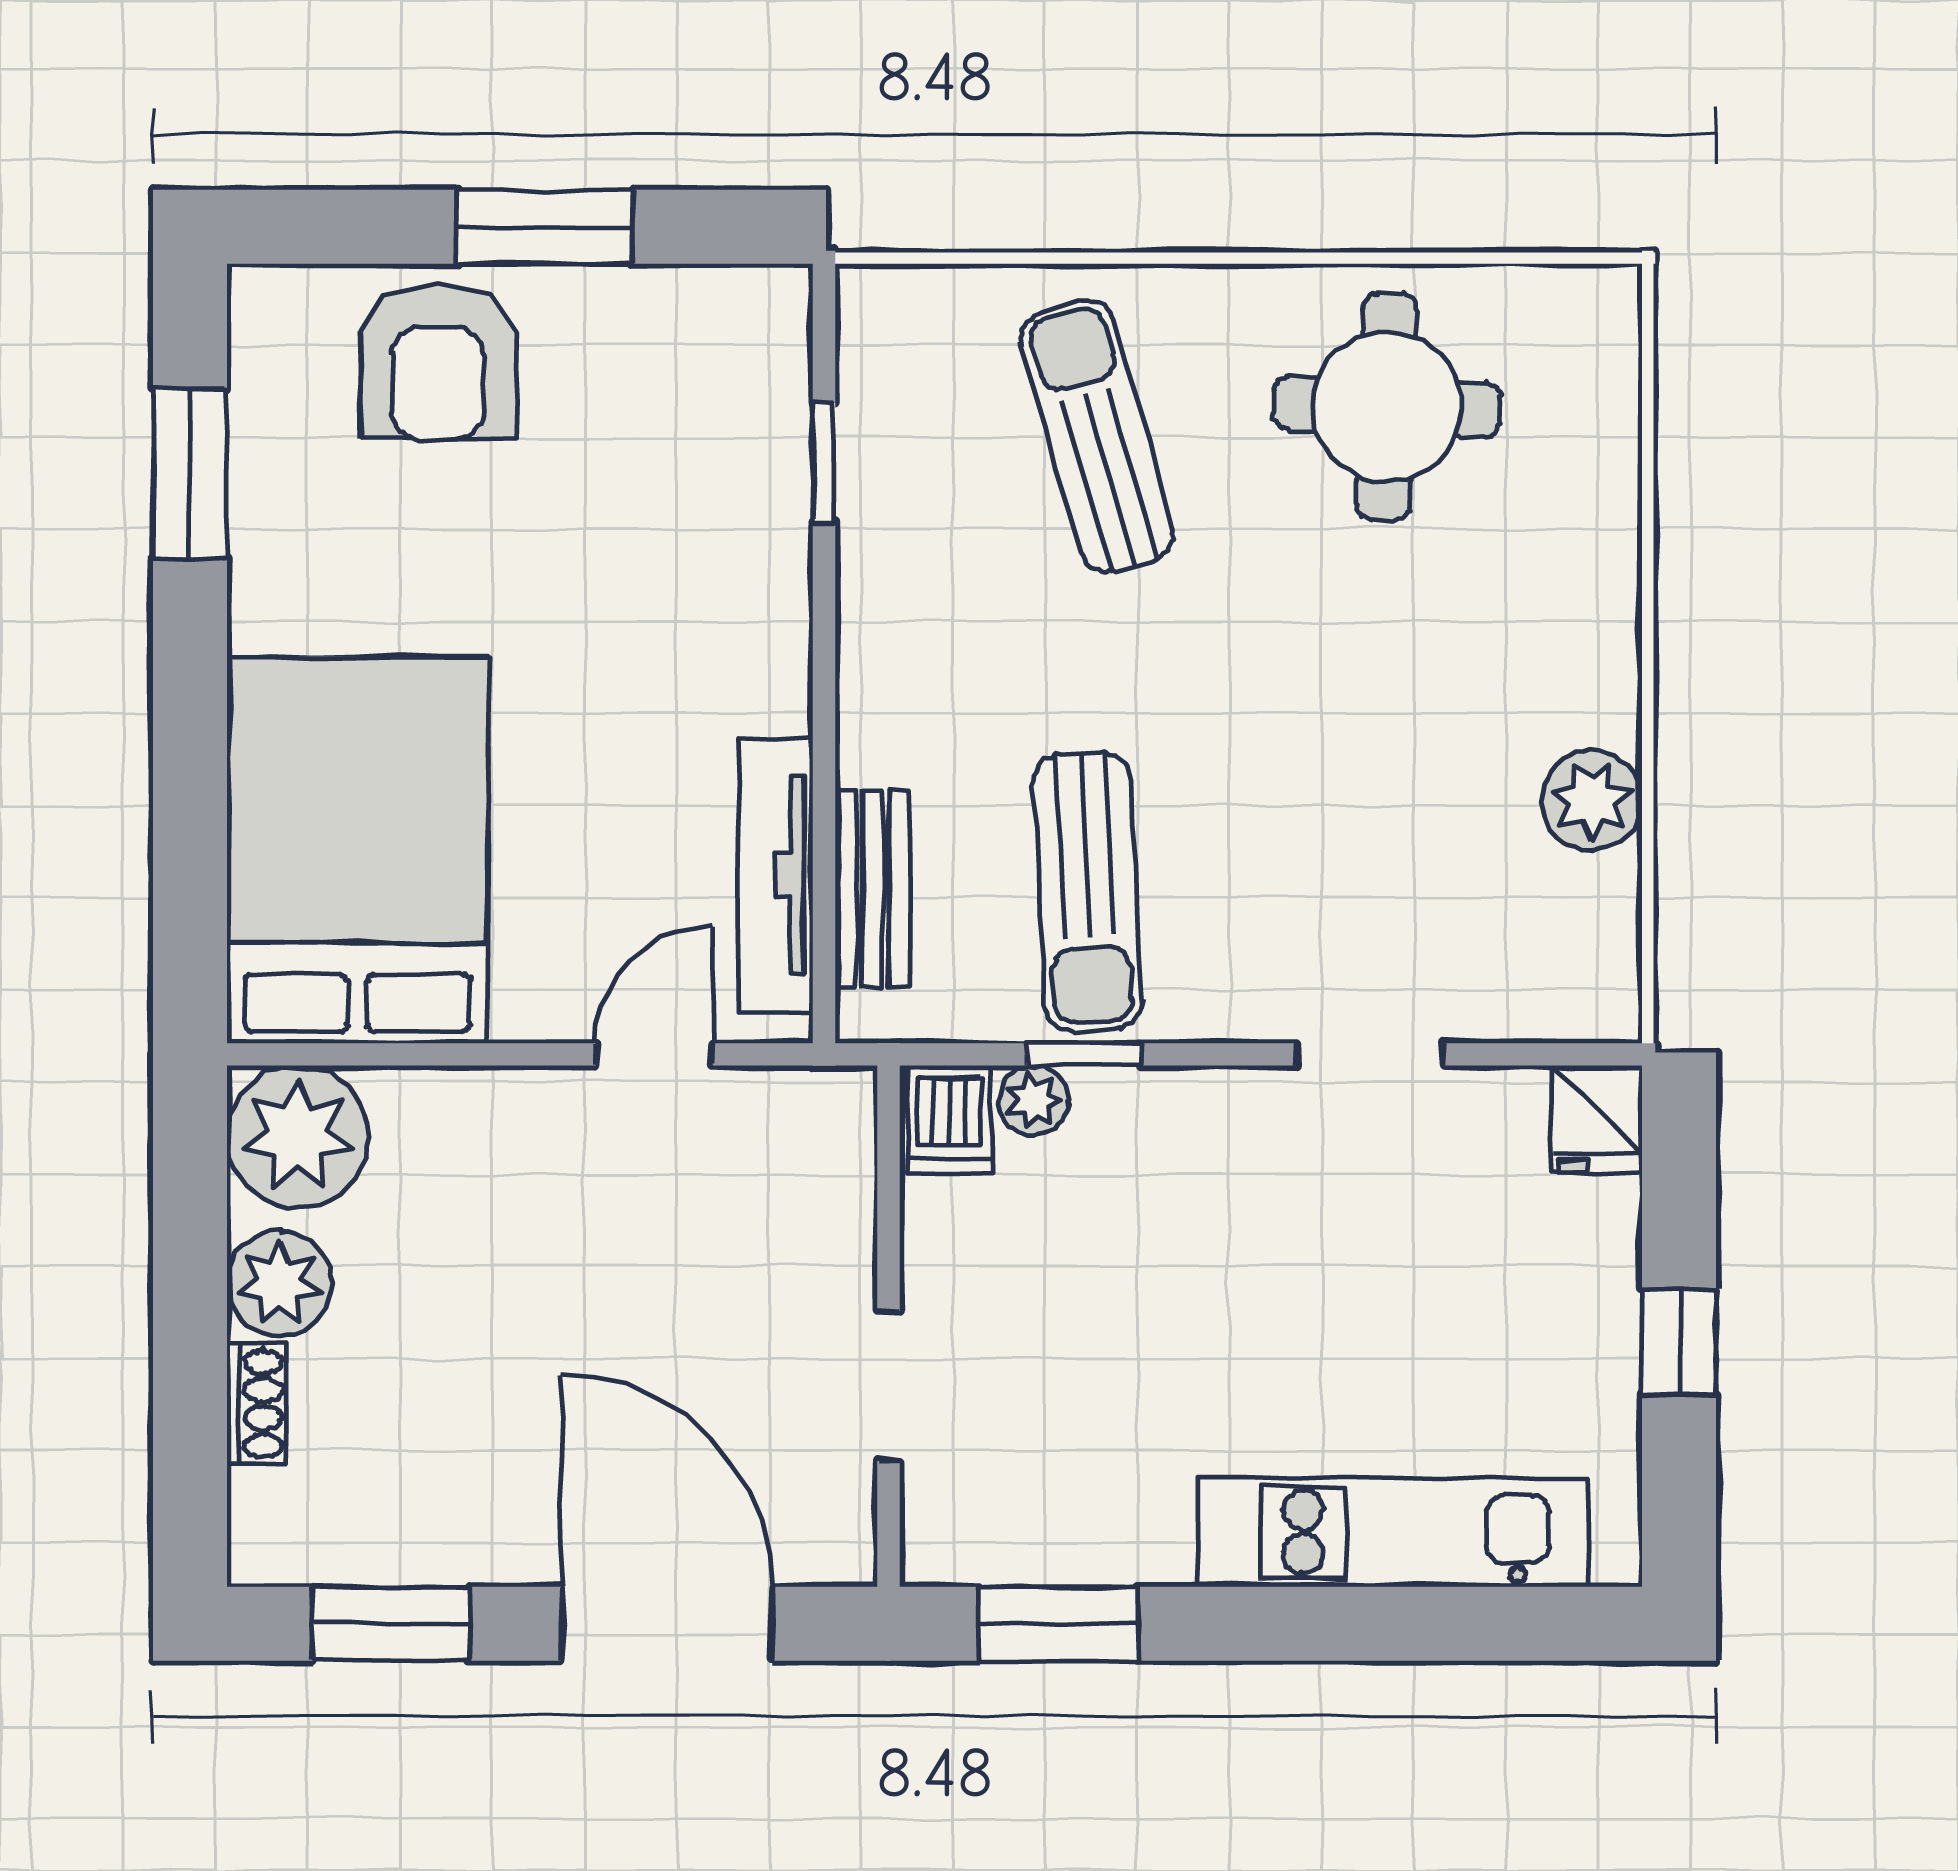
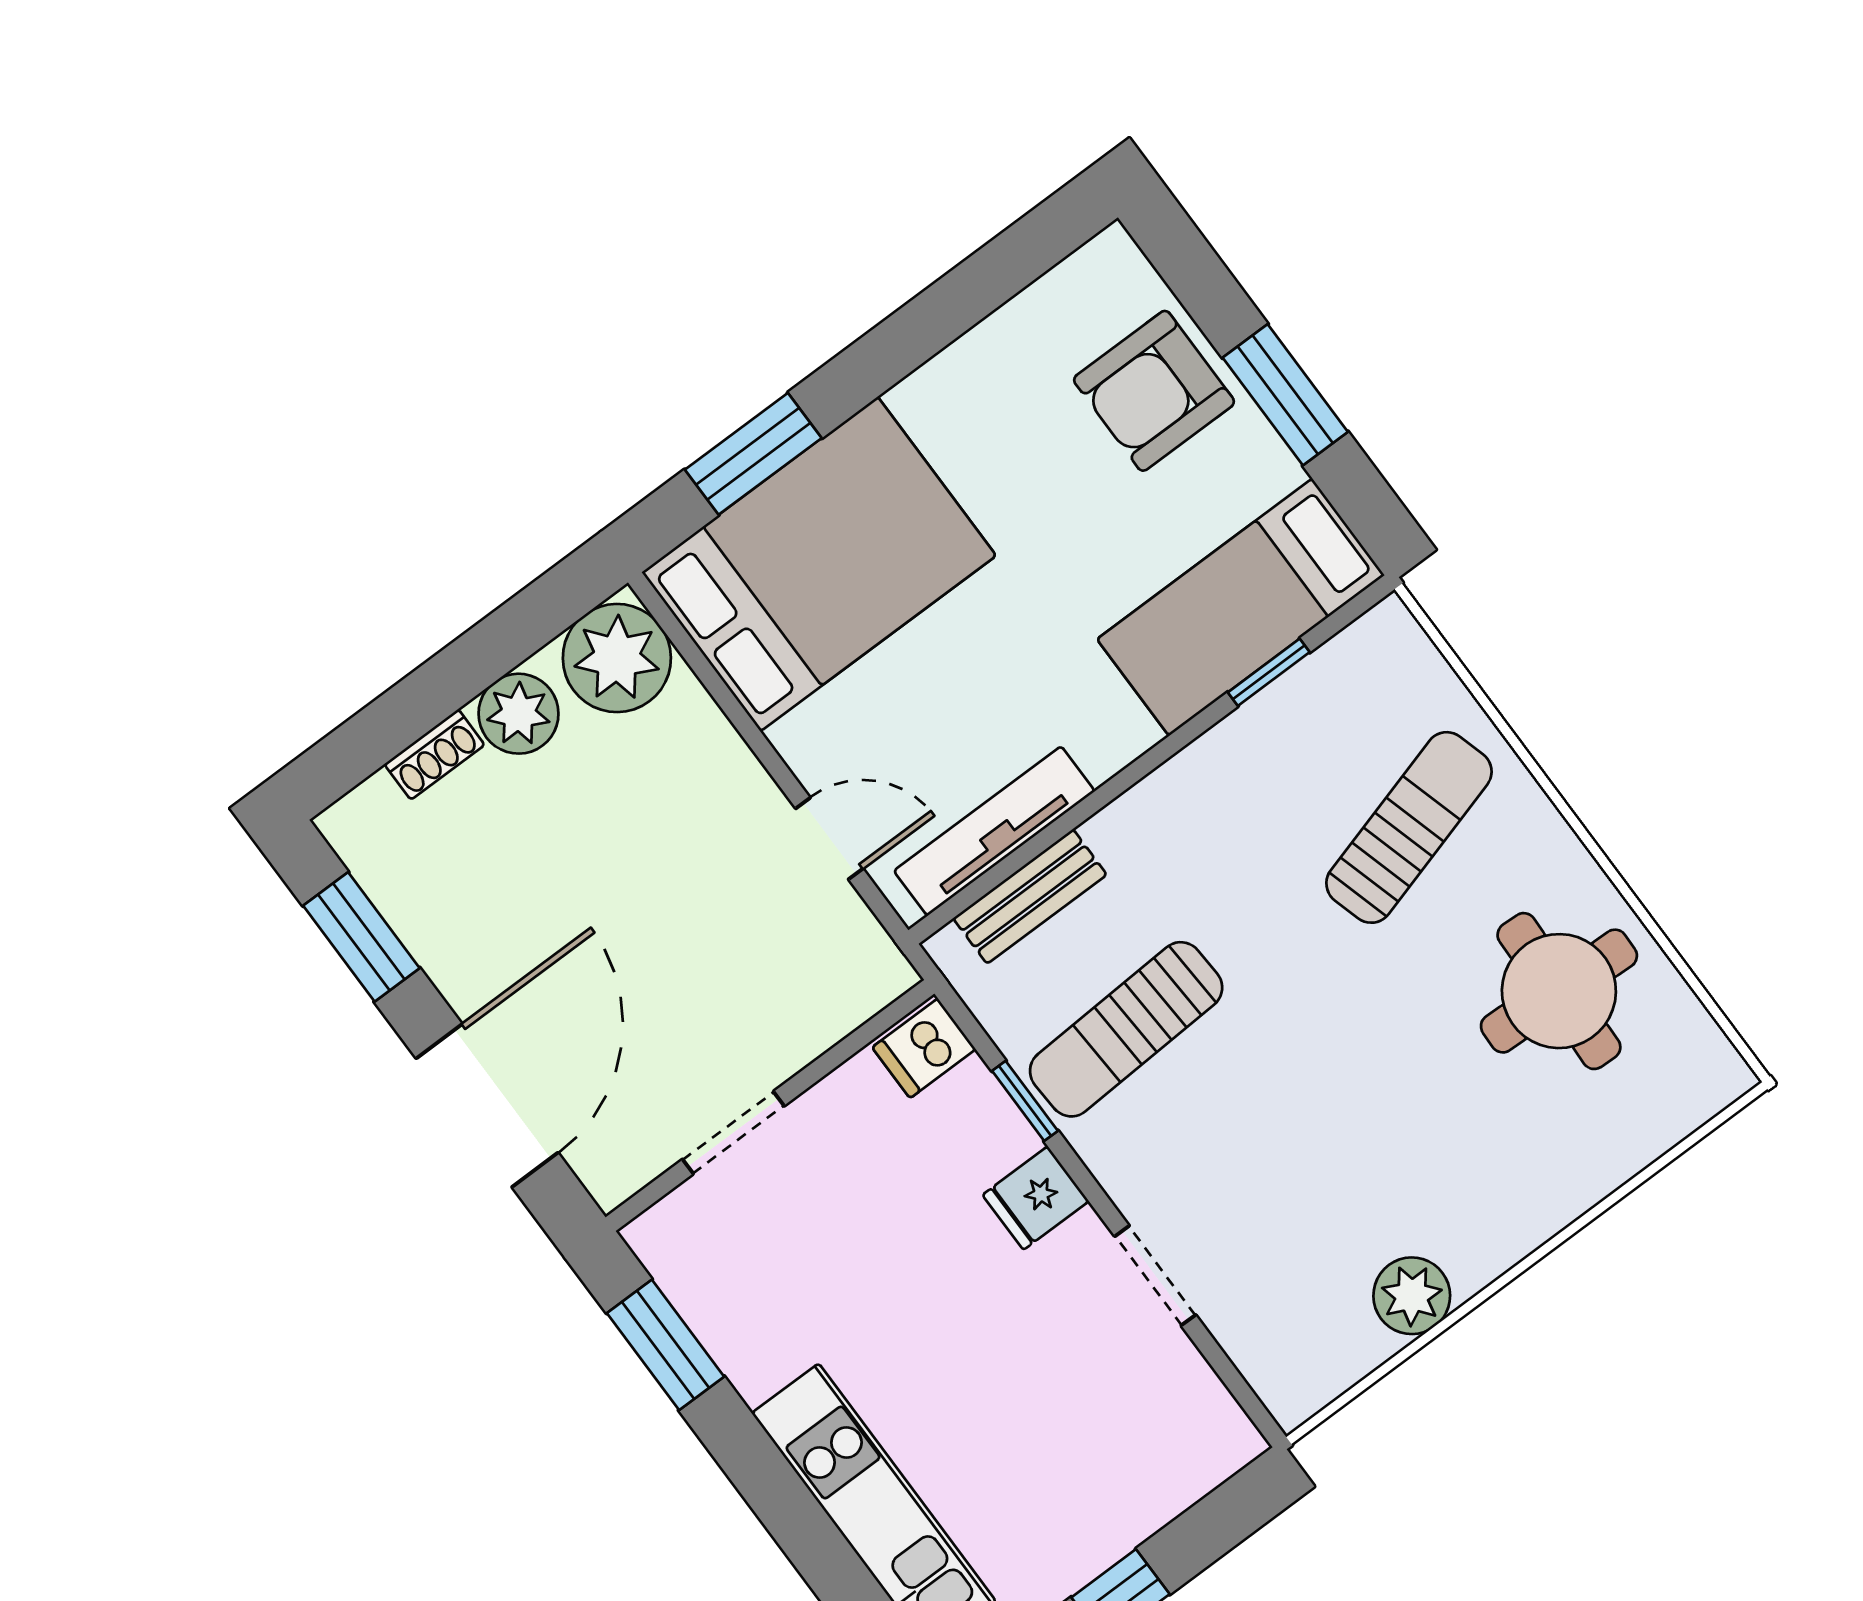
bed: (733, 440) -> (1241, 607), added
window: (190, 473) -> (753, 454), moved
plant: (1033, 1100) -> (974, 1091), removed
fridge: (1597, 1119) -> (1036, 1198), moved

